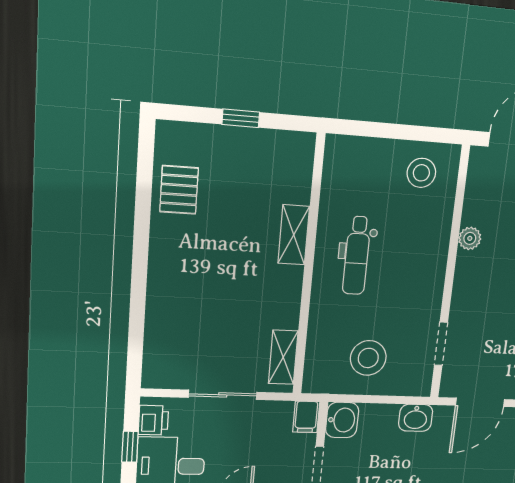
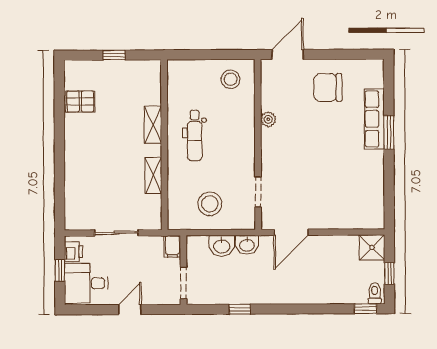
pallet: (179, 190) -> (80, 101), turned 90
shelving: (283, 357) -> (153, 175), moved
washbasin: (342, 420) -> (222, 246), moved, turned 90

